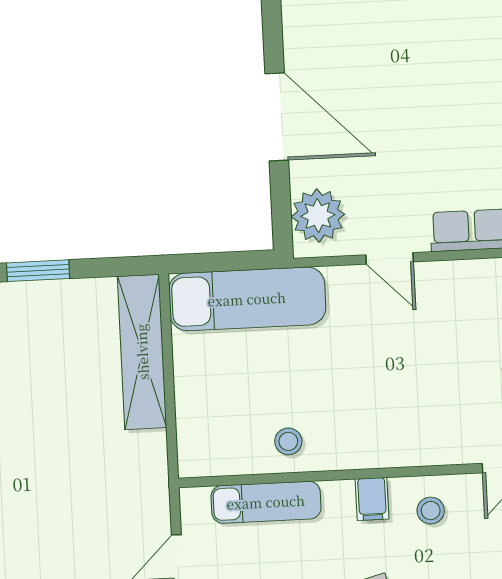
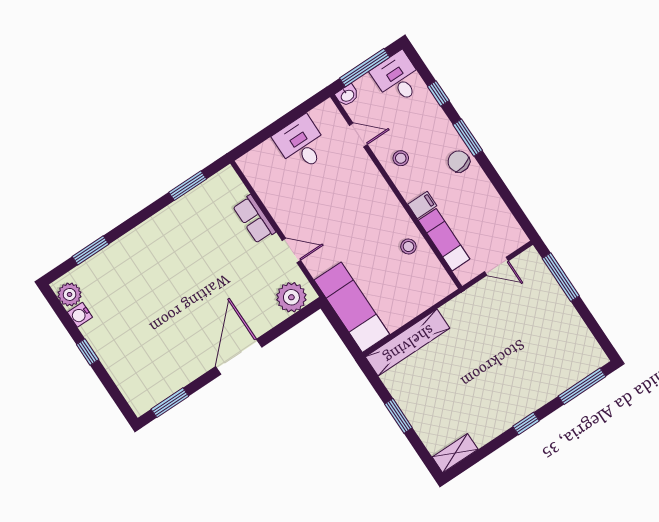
door: (277, 117) -> (239, 357), moved
door: (390, 258) -> (291, 250), hinge flipped
filing cabinet: (372, 499) -> (422, 205), moved

